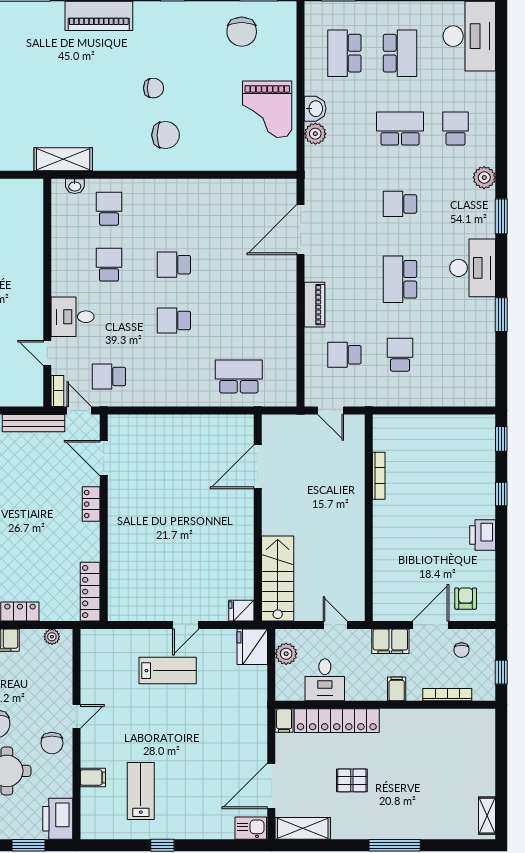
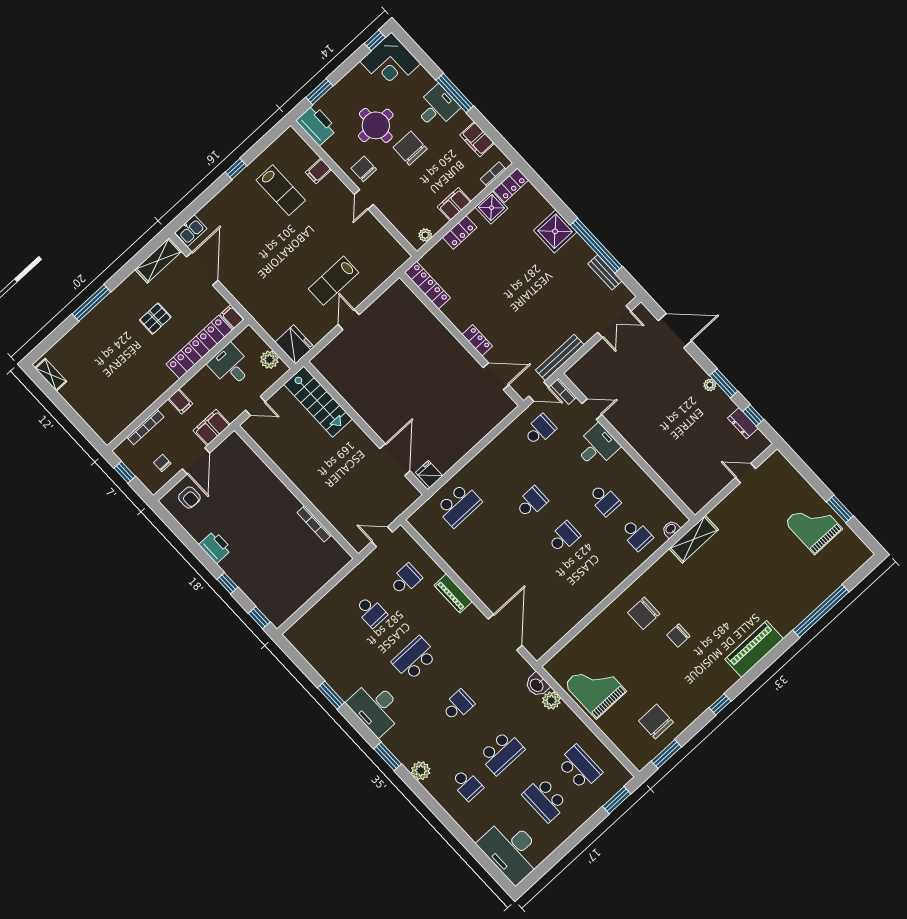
washbasin: (315, 109) -> (537, 685), moved
school desk: (400, 279) -> (414, 659), turned -90
fridge: (241, 611) -> (429, 474), moved, turned -90

